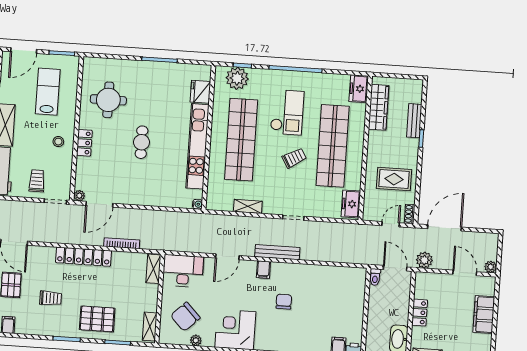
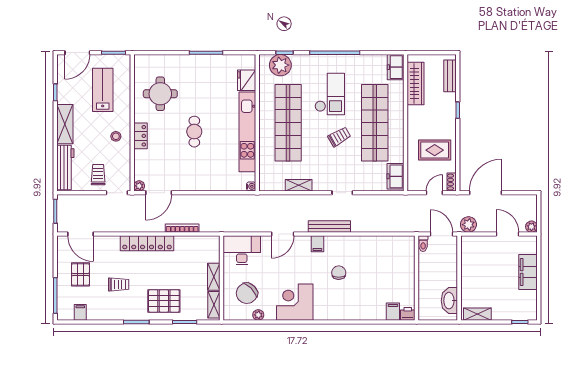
bench: (414, 121) -> (450, 76), moved
shelving: (153, 269) -> (214, 277), moved
locker: (420, 313) -> (467, 274), removed

